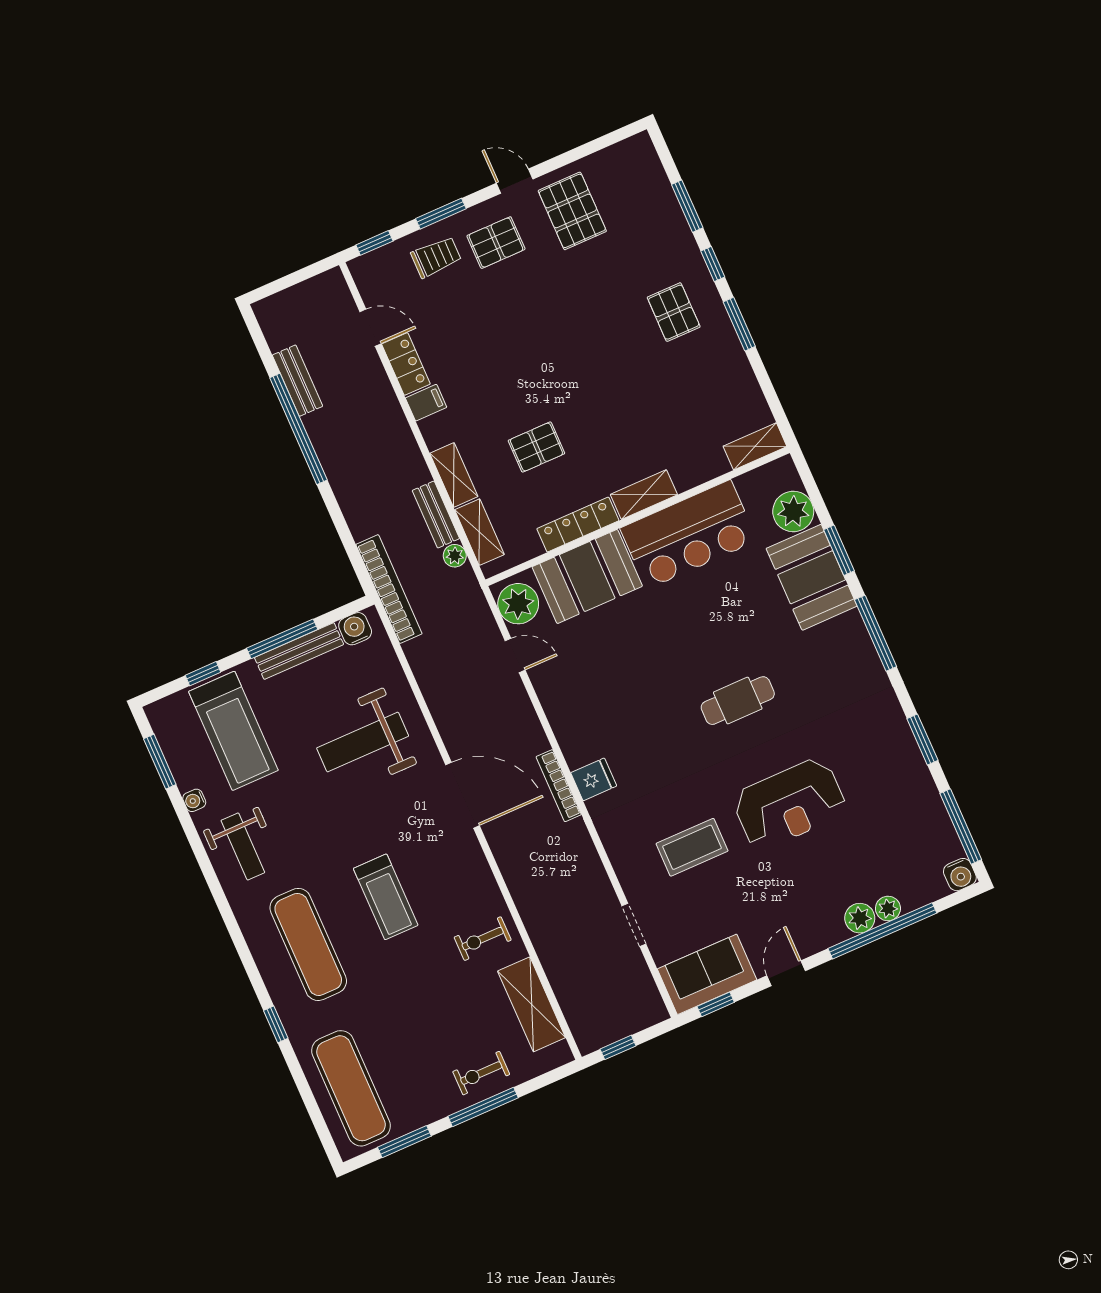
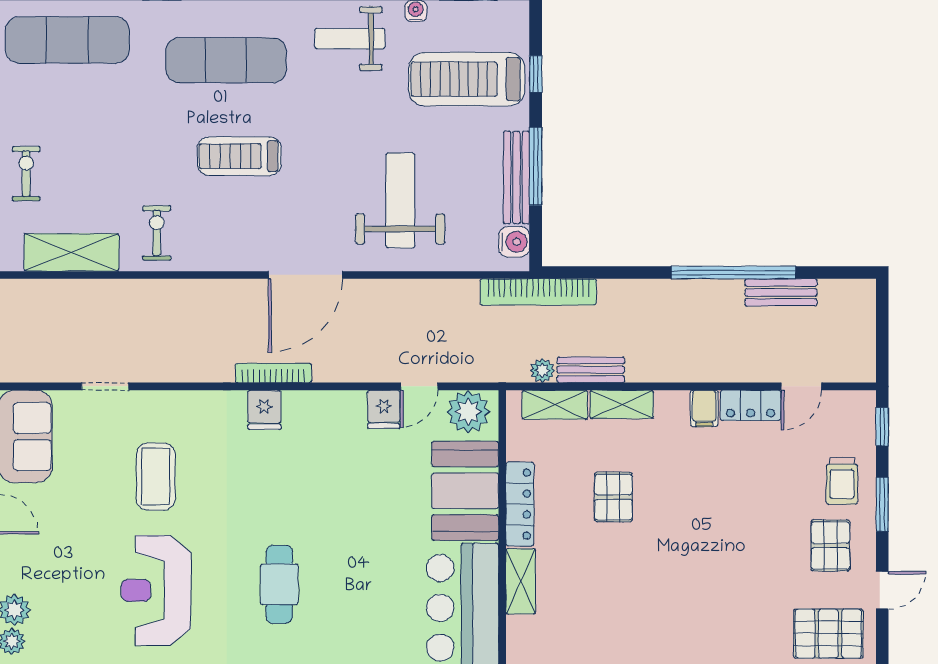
fridge: (548, 677) -> (384, 409), added

